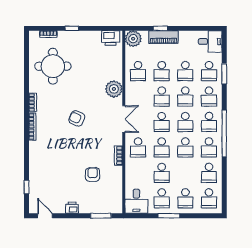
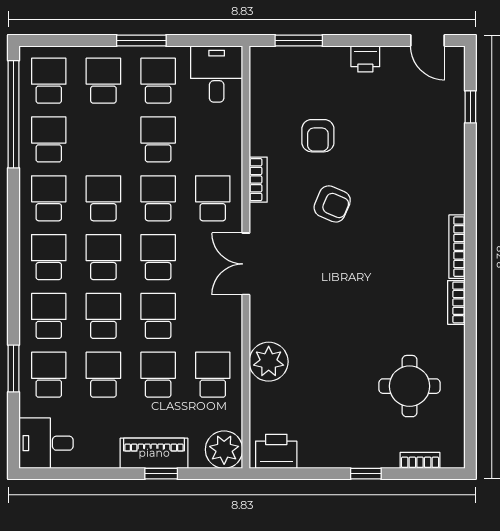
round table: (53, 66) -> (410, 386), width x0.73, depth x0.73
plant: (114, 89) -> (269, 362), moved
armchair: (77, 118) -> (332, 204), moved
window: (224, 133) -> (13, 114), moved

